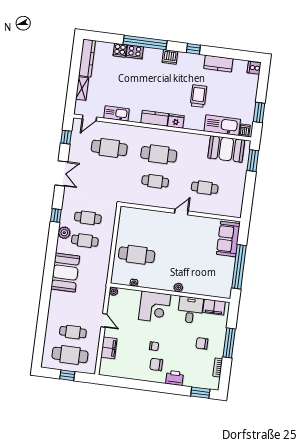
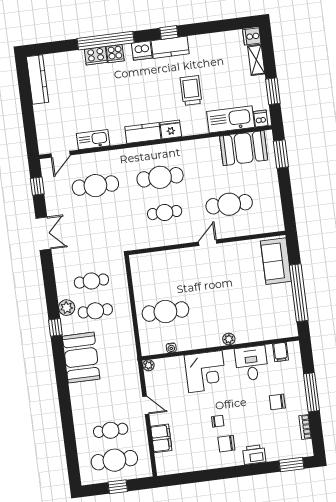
cooker: (120, 50) -> (115, 54), moved
kitchen counter: (218, 63) -> (170, 47), moved
shelving: (82, 88) -> (256, 60), moved
cafe table: (205, 188) -> (229, 204), width x1.37, depth x1.35
window: (56, 216) -> (55, 327), moved
filing cabinet: (214, 307) -> (281, 352), width x0.50

